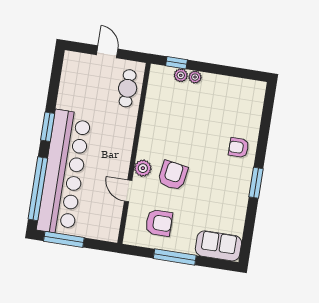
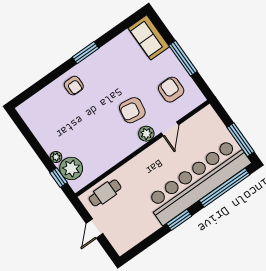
plant: (181, 75) -> (71, 168), width x1.88, depth x1.88

